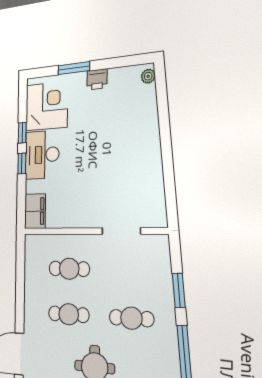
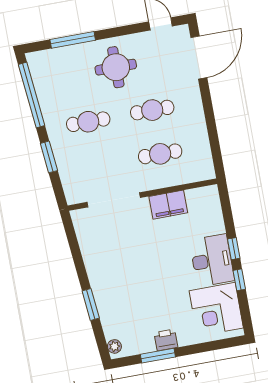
window: (74, 68) -> (158, 356), moved
window: (164, 123) -> (91, 305), added
filing cabinet: (35, 211) -> (168, 205), moved, turned -90
doorway: (121, 231) -> (114, 200), width x1.36

